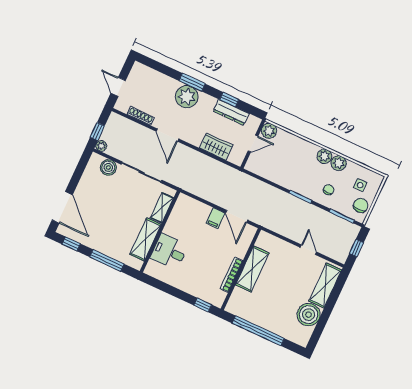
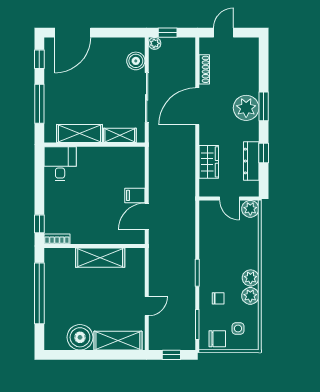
door: (167, 135) -> (197, 106), width x1.36
desk: (169, 252) -> (60, 164), moved
bookcase: (231, 275) -> (57, 239), moved, width x0.64

